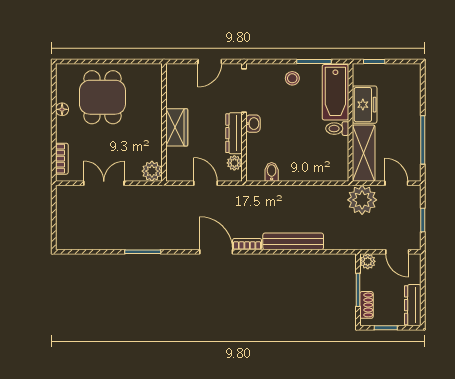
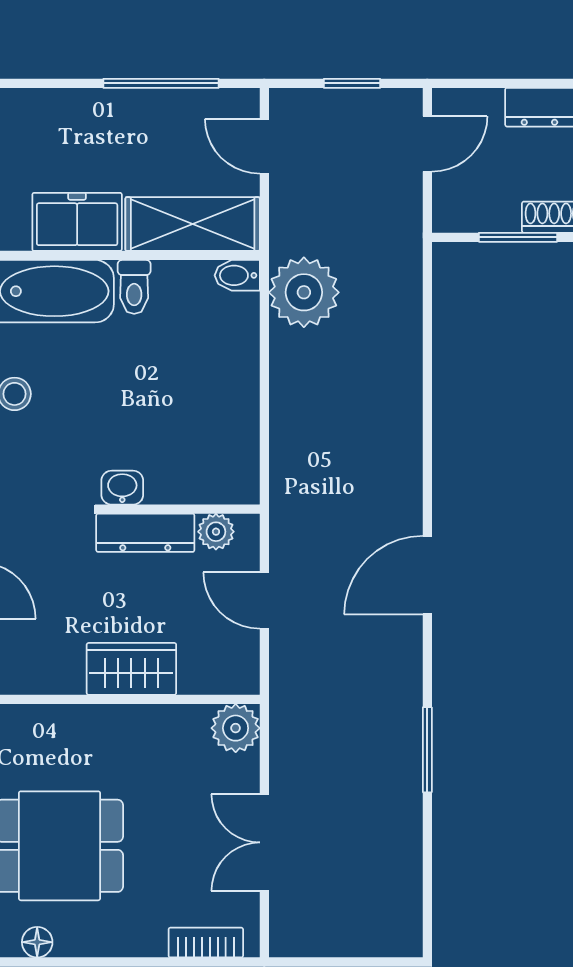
floor lamp: (62, 109) -> (37, 942), moved
bidet: (272, 172) -> (237, 275), moved
door: (206, 183) -> (264, 600), hinge flipped
door: (396, 183) -> (264, 146), hinge flipped
plant: (362, 200) -> (304, 292), moved
bench: (293, 241) -> (403, 392), removed
bookcase: (247, 244) -> (409, 502), removed
plant: (368, 261) -> (450, 214), removed

